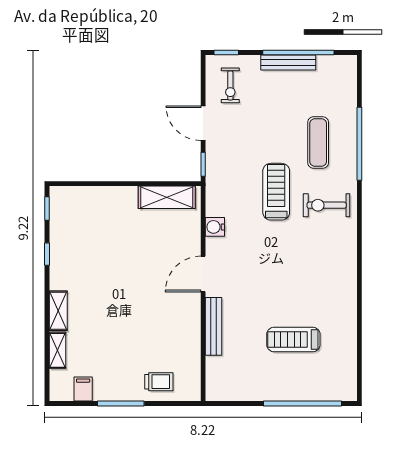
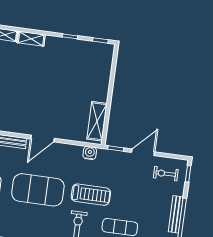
water cooler: (215, 227) -> (90, 153), moved
exercise mat: (280, 271) -> (38, 190), added
door: (203, 274) -> (43, 139), swing flipped

